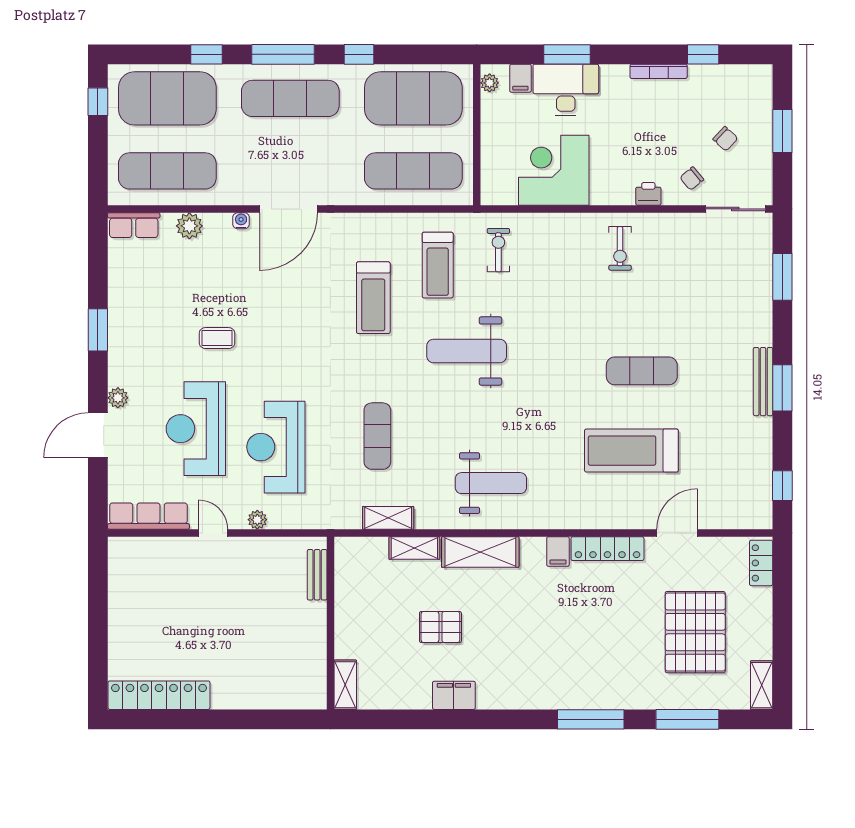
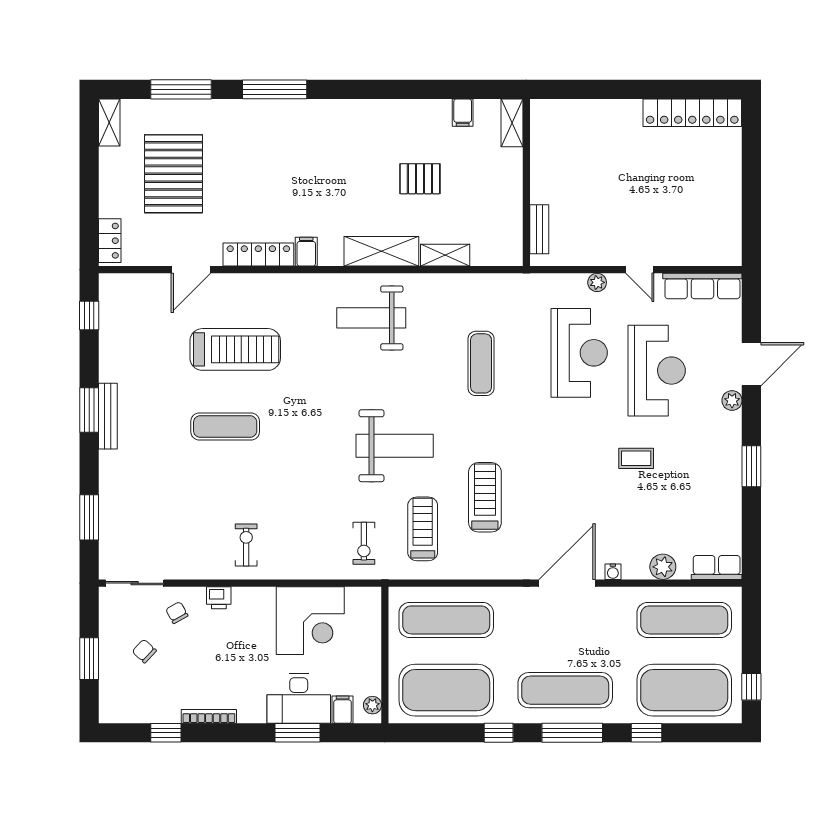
chair: (692, 178) -> (177, 613), turned -79
shelving: (388, 518) -> (471, 284), removed
filing cabinet: (454, 695) -> (463, 113), moved, width x0.50

